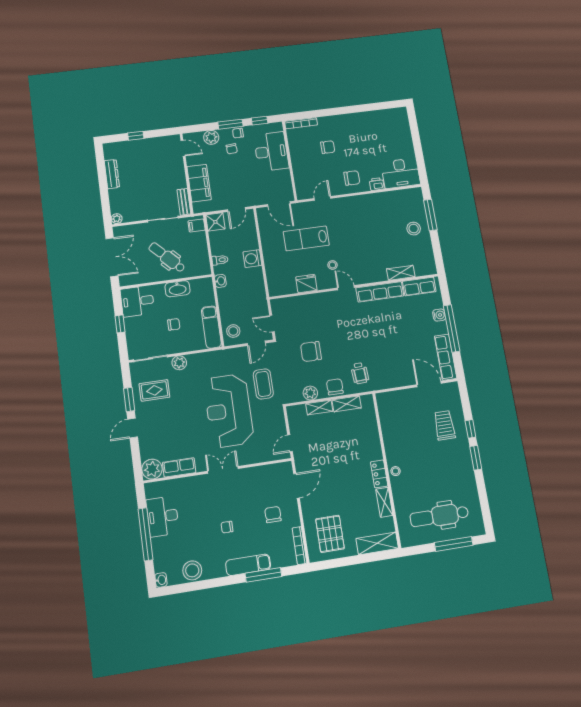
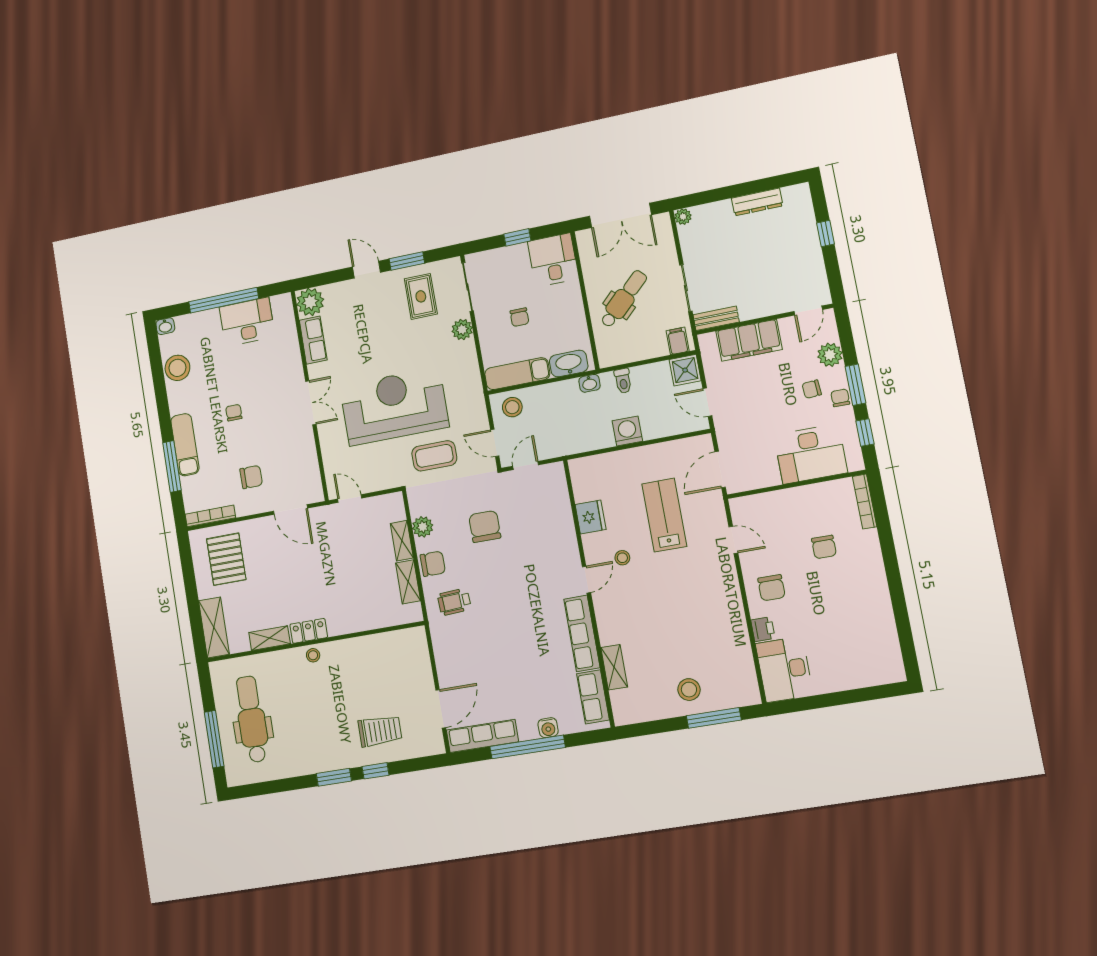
washbasin: (177, 289) -> (569, 364), moved, turned 90
pallet: (330, 534) -> (226, 559), turned 90

